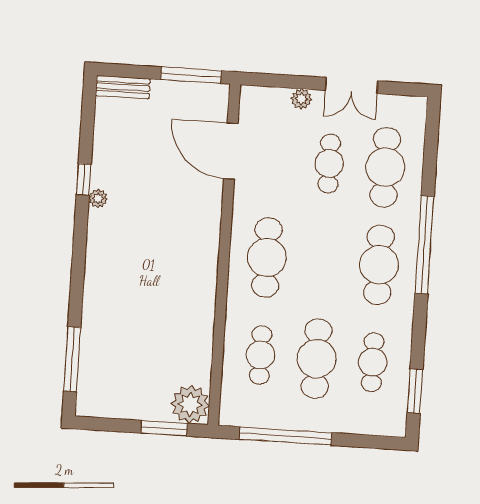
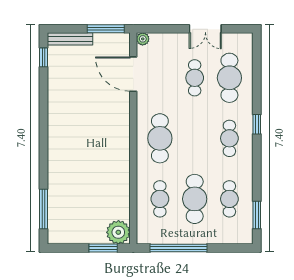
bench: (123, 87) -> (70, 39), width x1.36
plant: (301, 99) -> (143, 39), moved
window: (84, 179) -> (44, 57), moved
plant: (98, 198) -> (53, 109), removed
window: (424, 245) -> (257, 124), width x0.32
cafe table: (379, 265) -> (229, 138), width x0.73, depth x0.74

